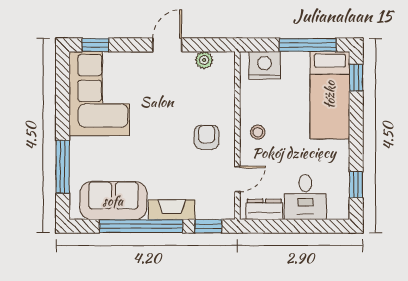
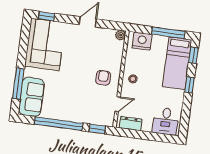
plant: (204, 60) -> (121, 35), moved
window: (356, 185) -> (189, 85), moved
desk: (305, 197) -> (166, 121), moved
sofa: (113, 201) -> (31, 97), moved, turned 90
fireplace: (172, 210) -> (78, 117), removed

